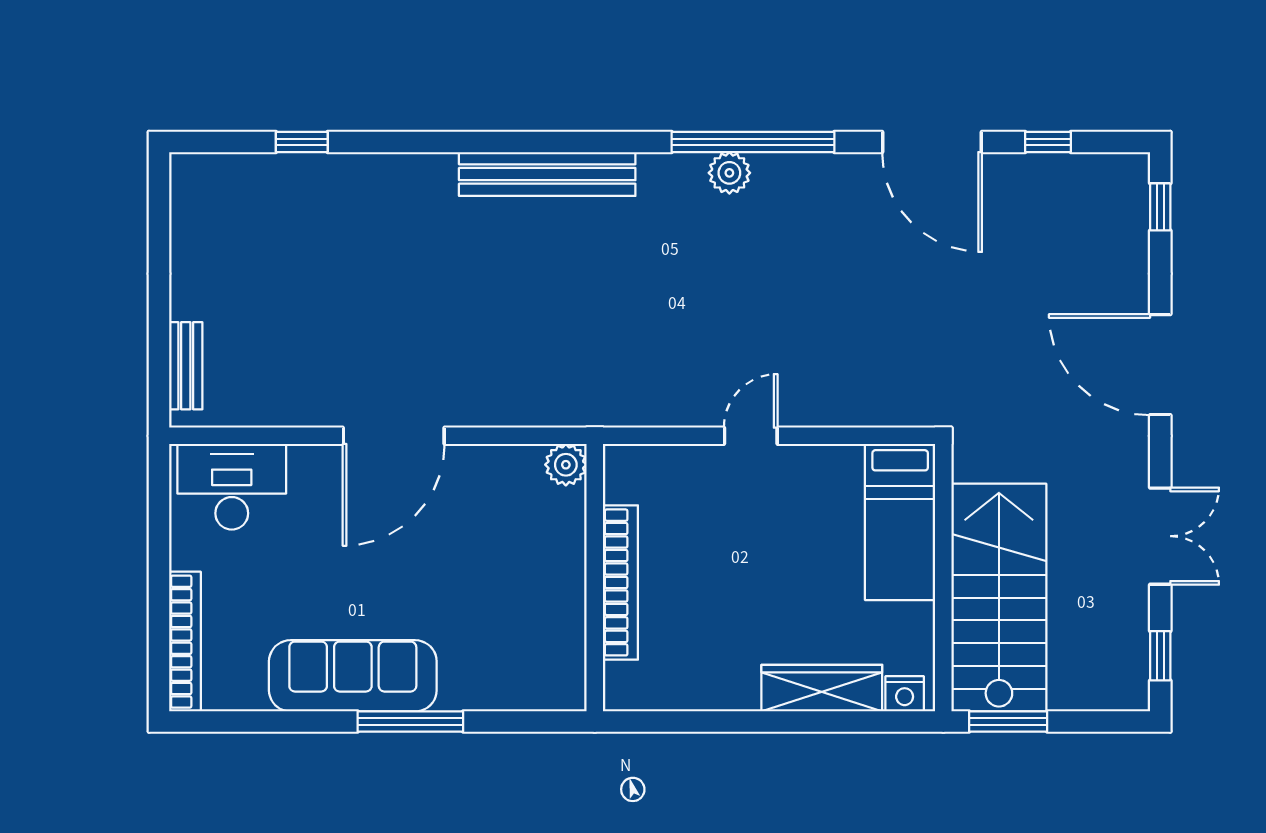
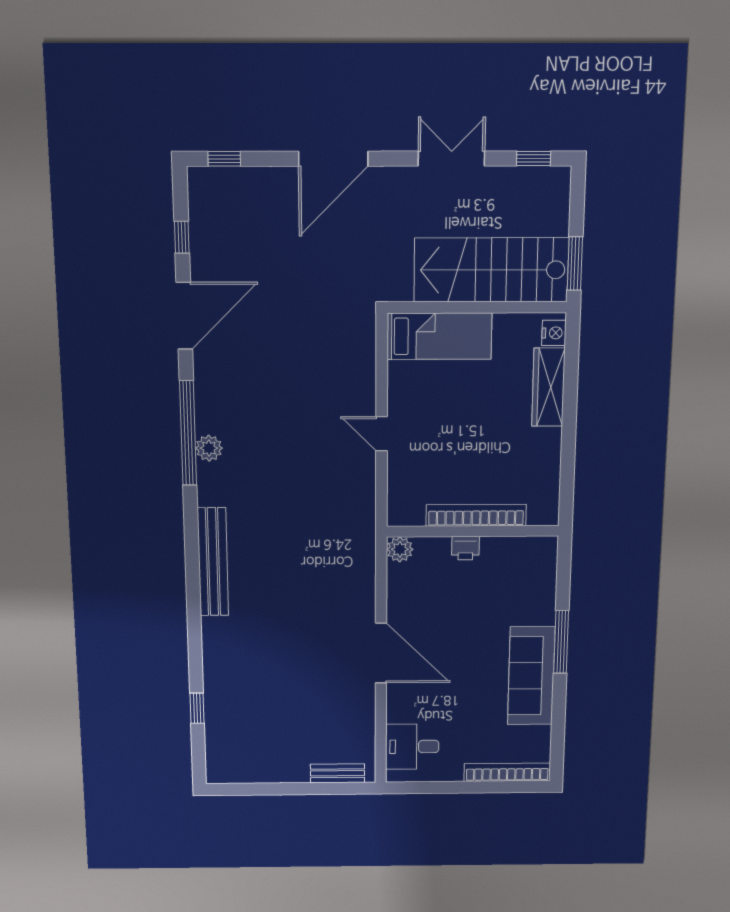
desk: (232, 487) -> (412, 747), width x0.73
printer: (567, 567) -> (465, 548), added

